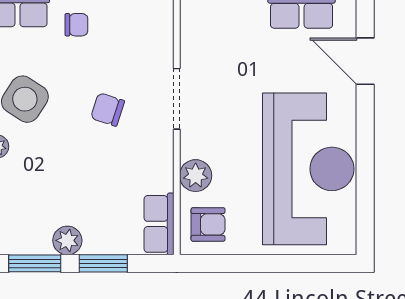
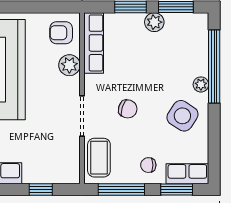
coffee table: (151, 36) -> (99, 158), added
row of seats: (159, 224) -> (94, 43), width x1.48

